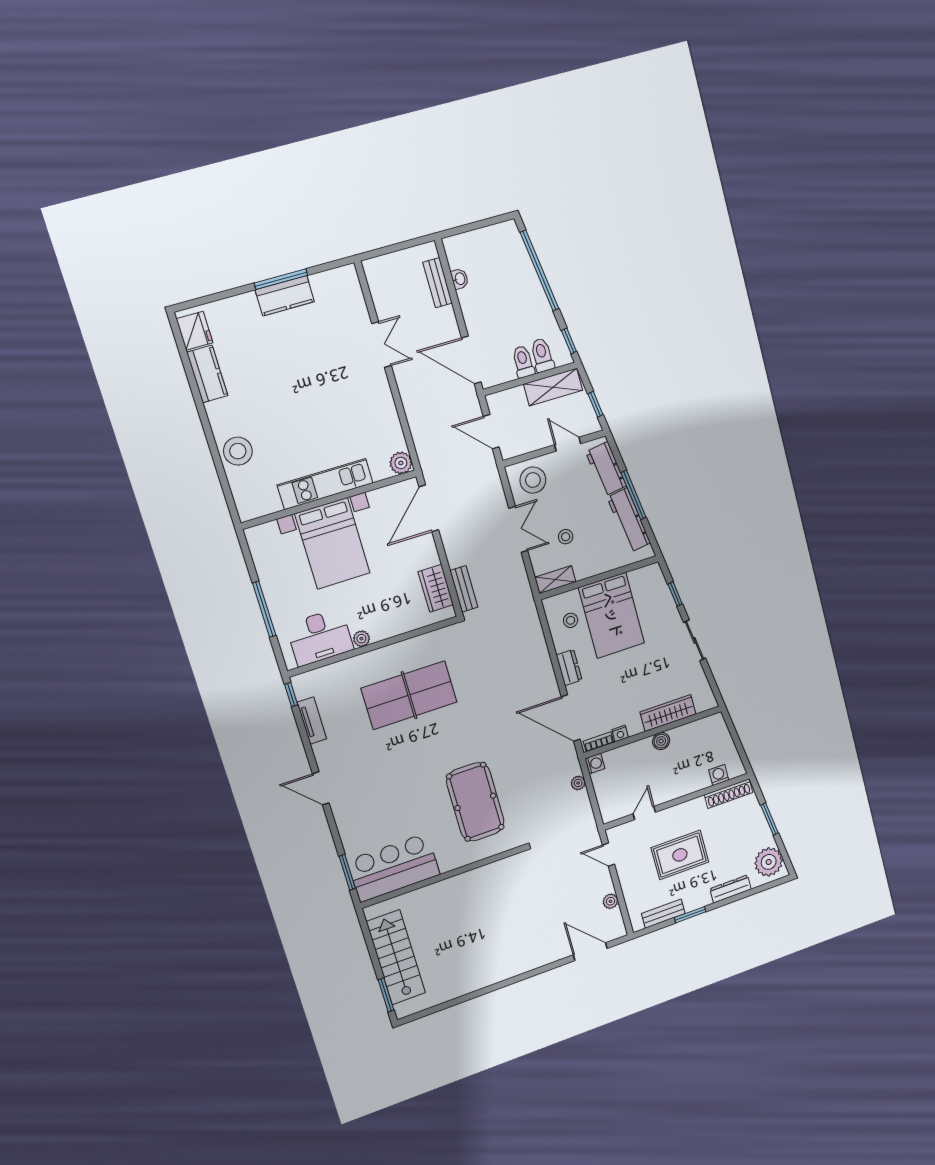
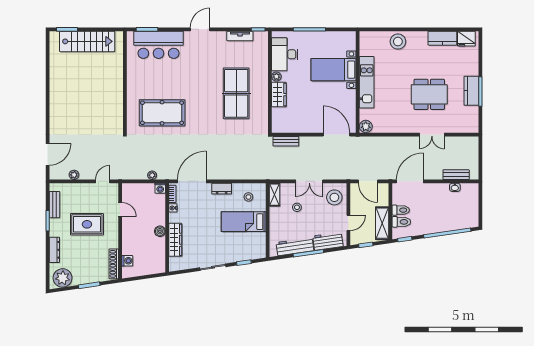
dining table: (313, 369) -> (429, 94), added
door: (491, 432) -> (368, 181), swing flipped
bed with nightstands: (332, 543) -> (334, 70), width x0.73
wardrobe: (436, 588) -> (279, 95), moved, turned 90
bed: (612, 615) -> (244, 222), width x0.67
rug: (680, 855) -> (87, 224), turned 90
bar counter: (394, 867) -> (159, 45), moved, turned 90

